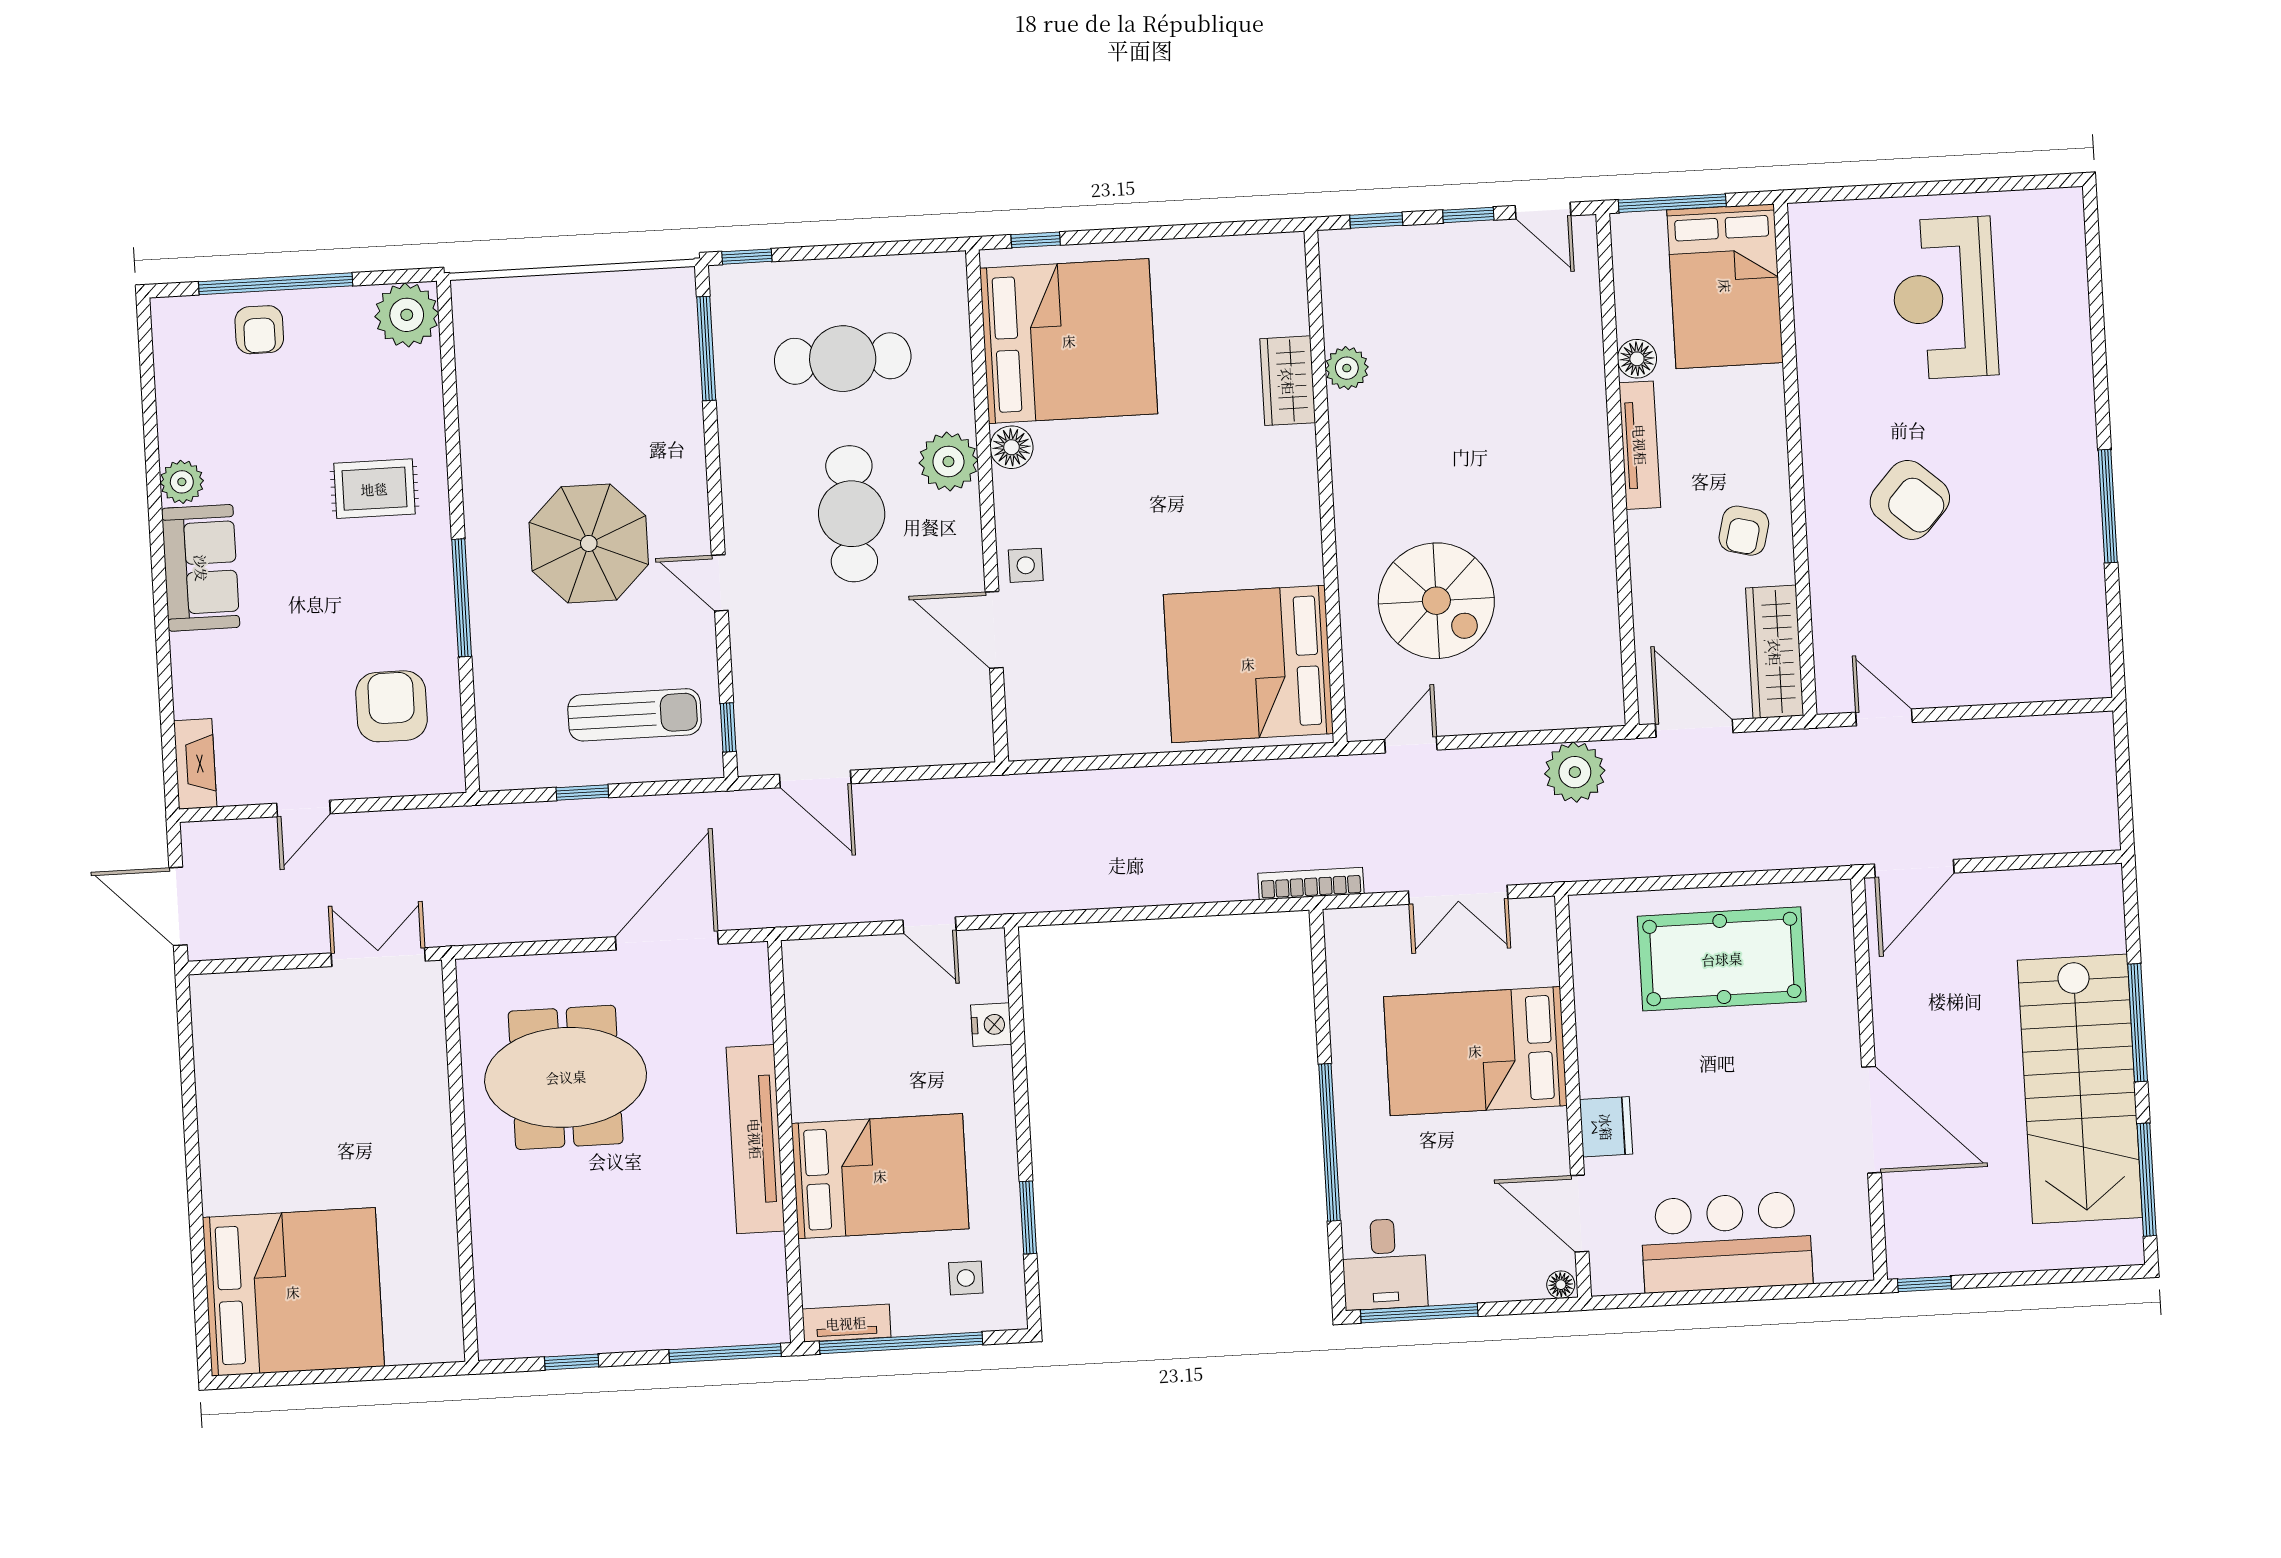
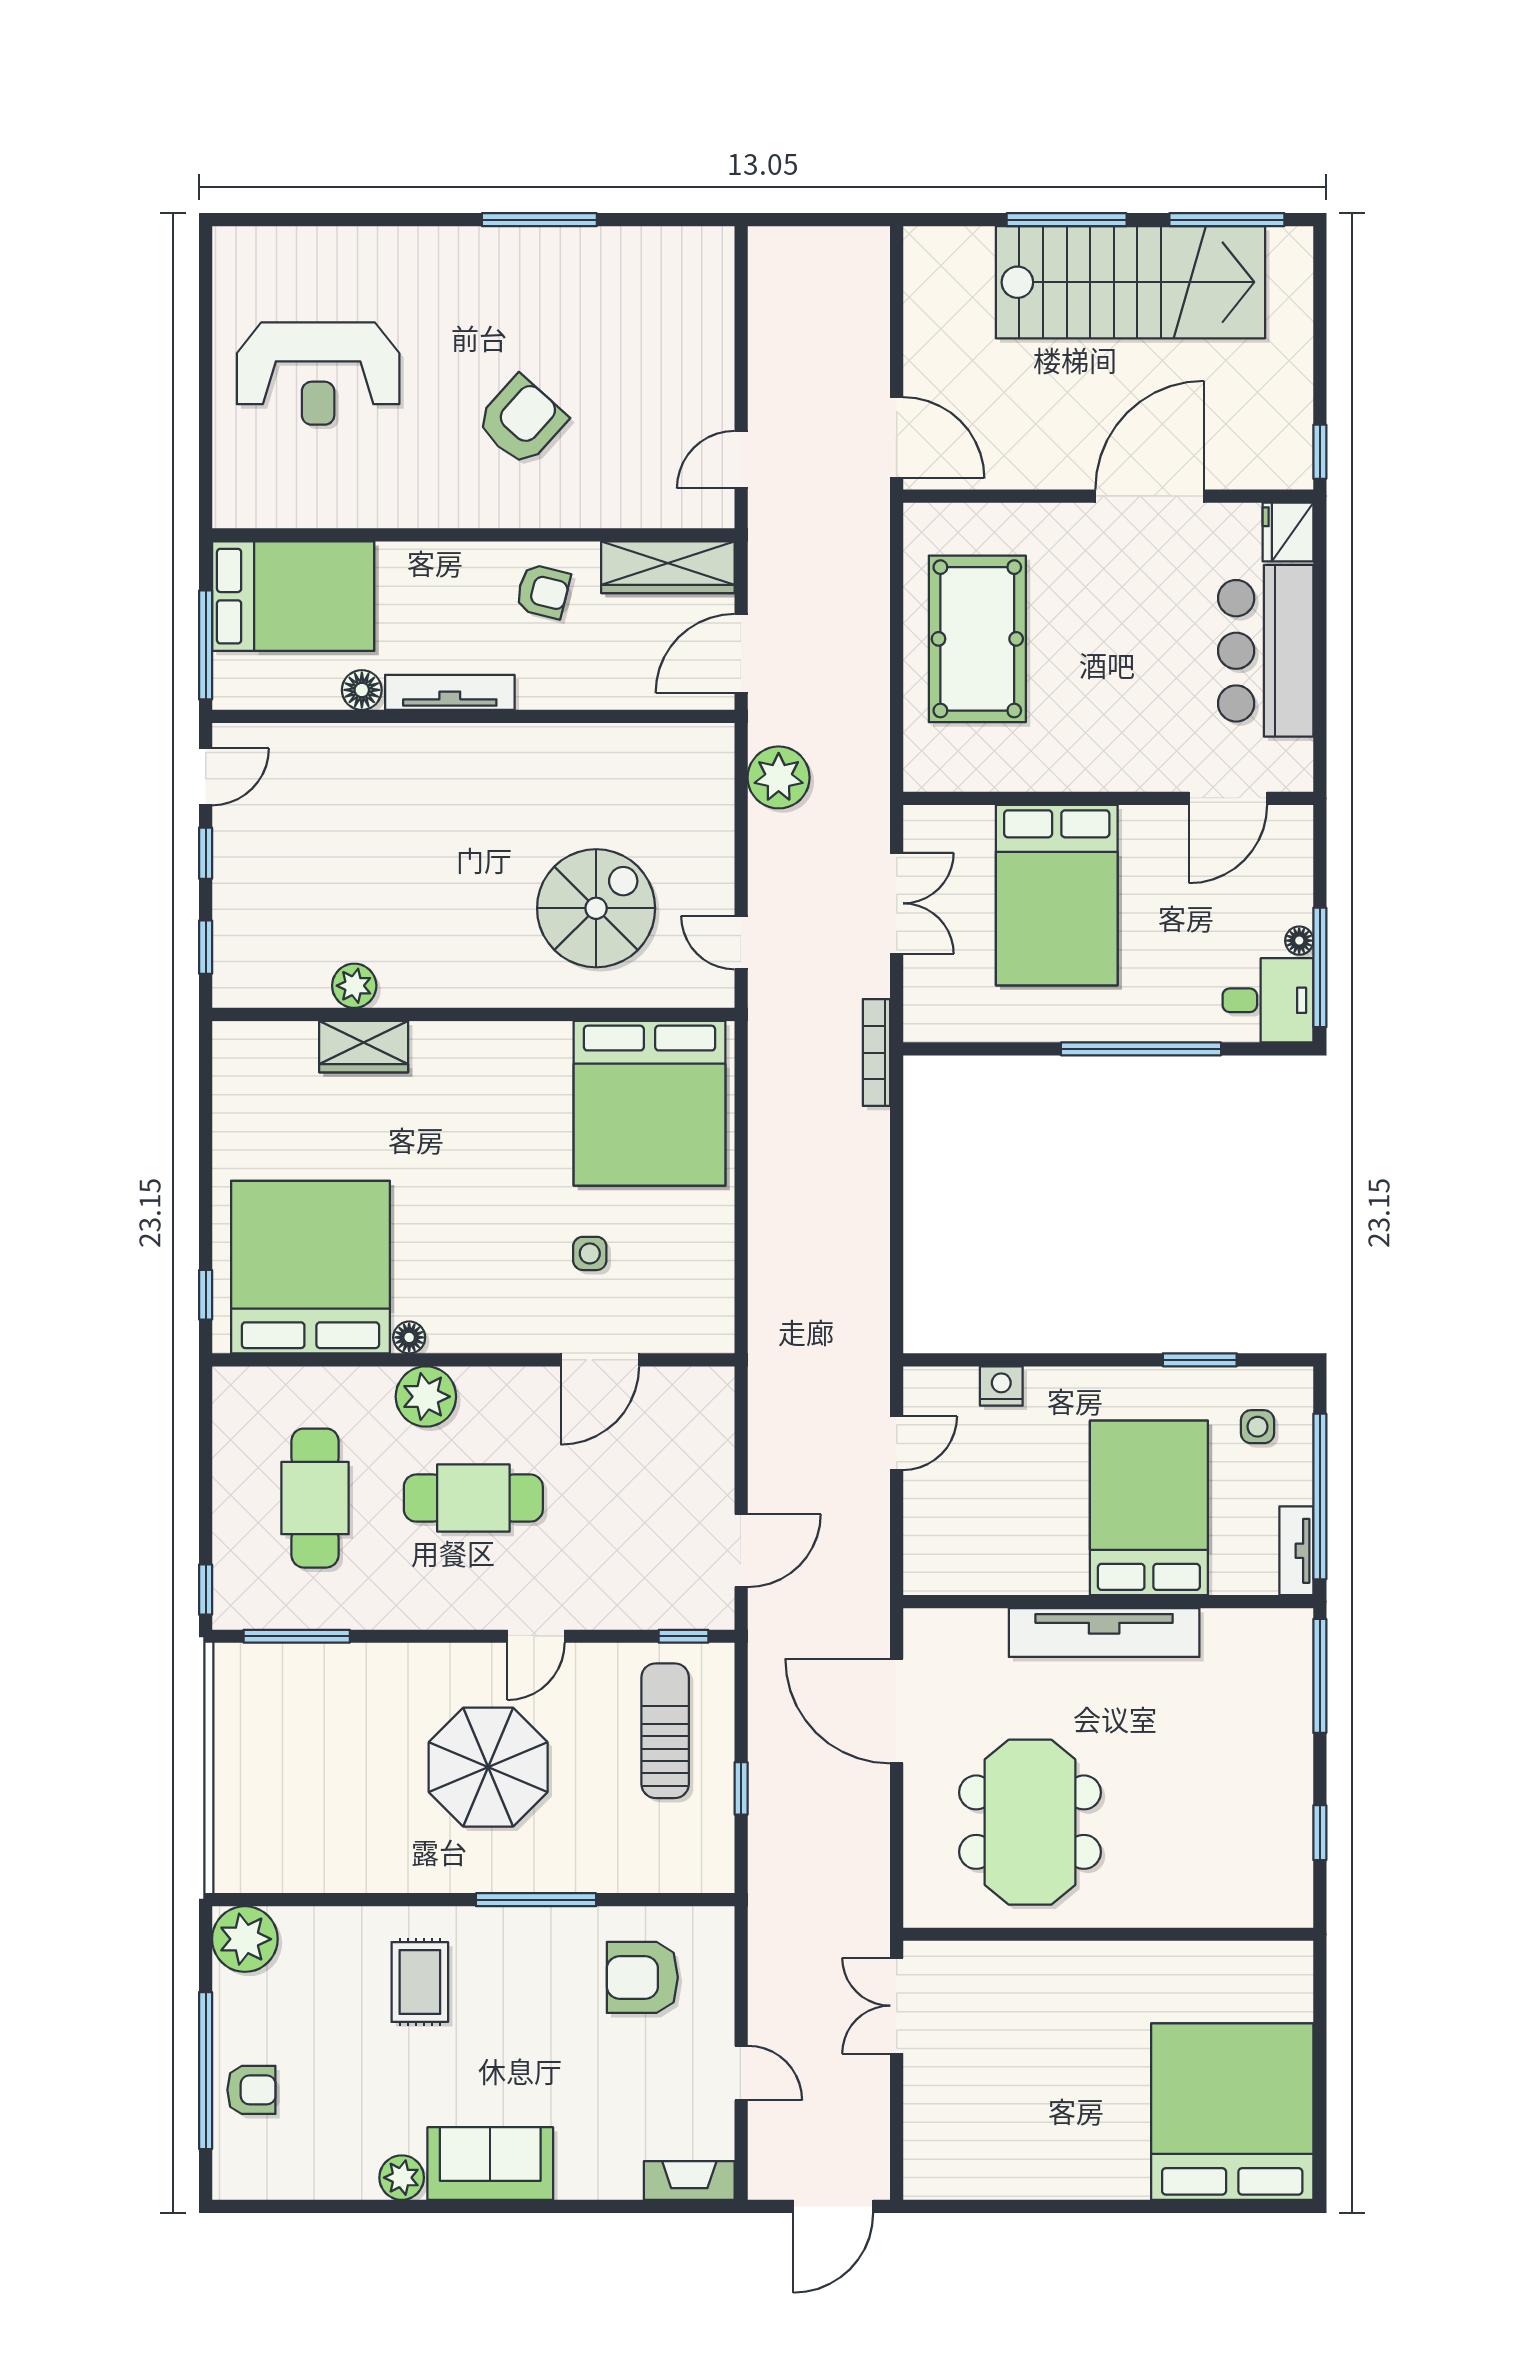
floor lamp: (1011, 447) -> (409, 1337), width x0.73, depth x0.73
side table: (1026, 565) -> (590, 1253), moved
fridge: (1606, 1127) -> (1288, 532), moved, turned -90
floor lamp: (1561, 1285) -> (1299, 941), moved

